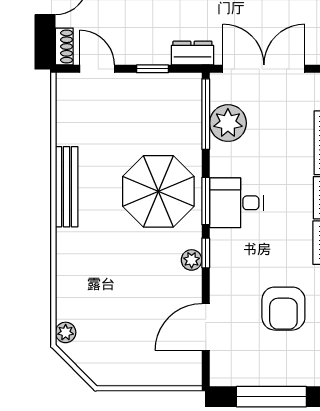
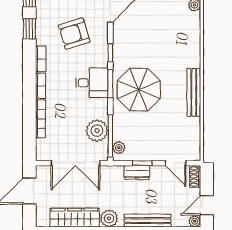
dresser: (192, 53) -> (137, 173), moved
plant: (192, 260) -> (119, 148), moved
armchair: (283, 309) -> (74, 34), moved, turned -107

